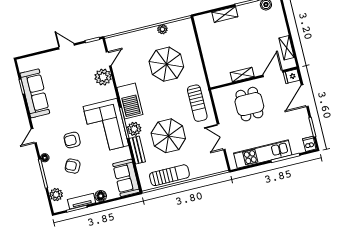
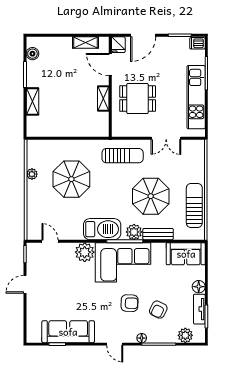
plant: (103, 77) -> (85, 252), moved
door: (305, 96) -> (143, 35), hinge flipped
armchair: (72, 140) -> (130, 303), turned -88

